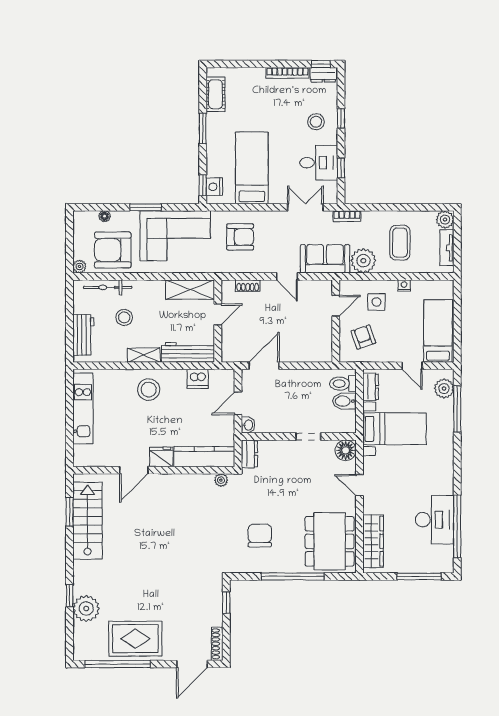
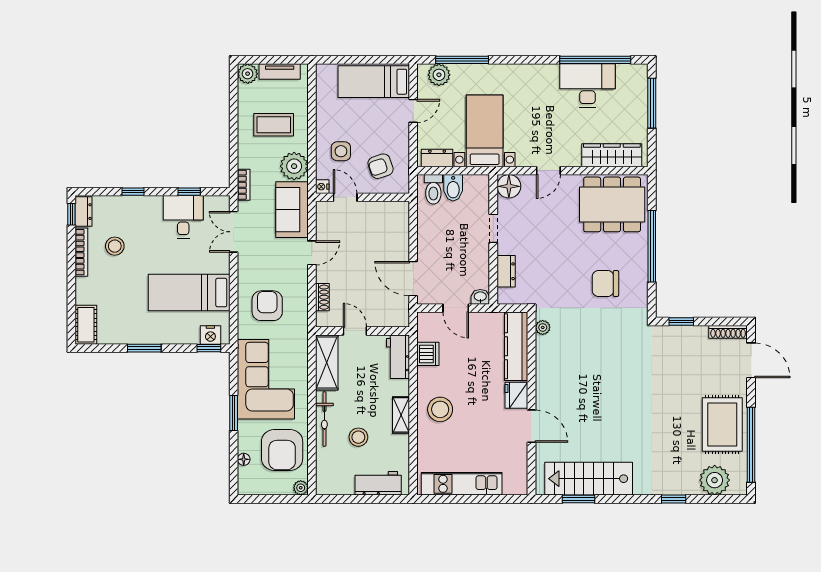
cot: (215, 94) -> (86, 325), moved, turned 90
stool: (316, 122) -> (115, 246), moved
nightstand: (404, 286) -> (322, 187), moved
bicycle: (108, 287) -> (324, 419), moved
workbench: (188, 352) -> (398, 357), width x0.73
dresser: (249, 454) -> (506, 271), moved, turned 90
plant: (86, 609) -> (715, 480), moved

